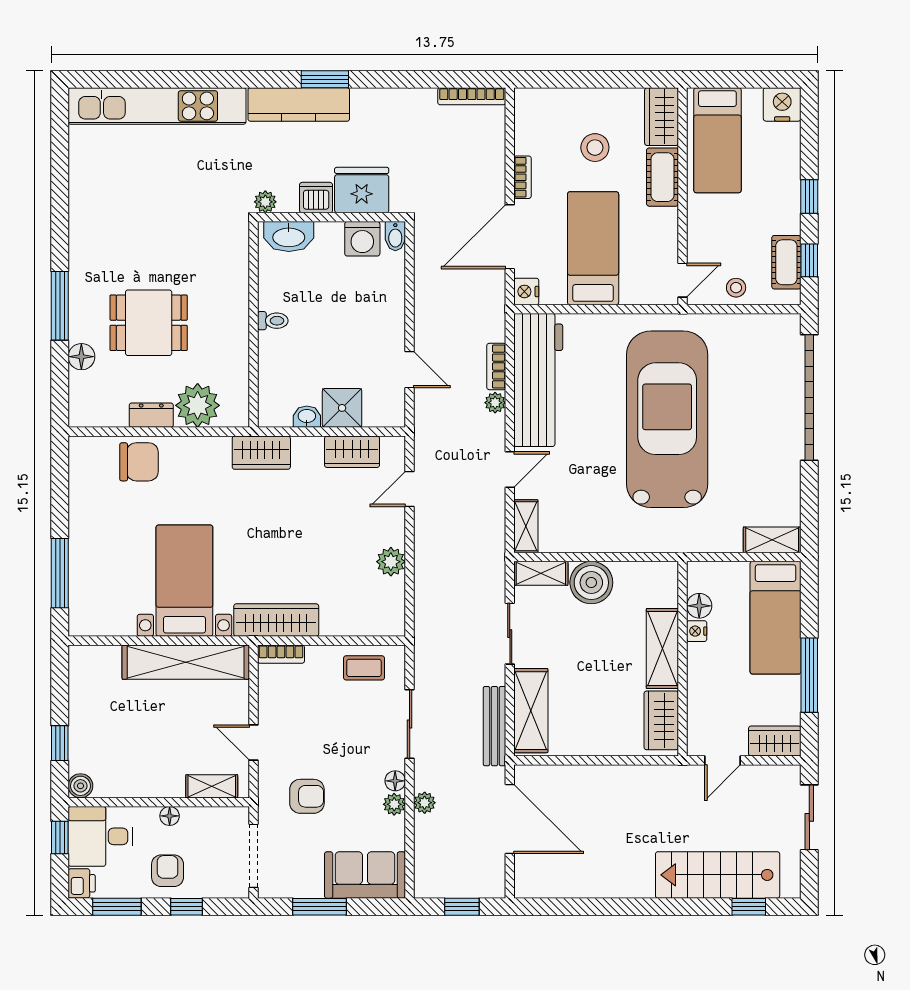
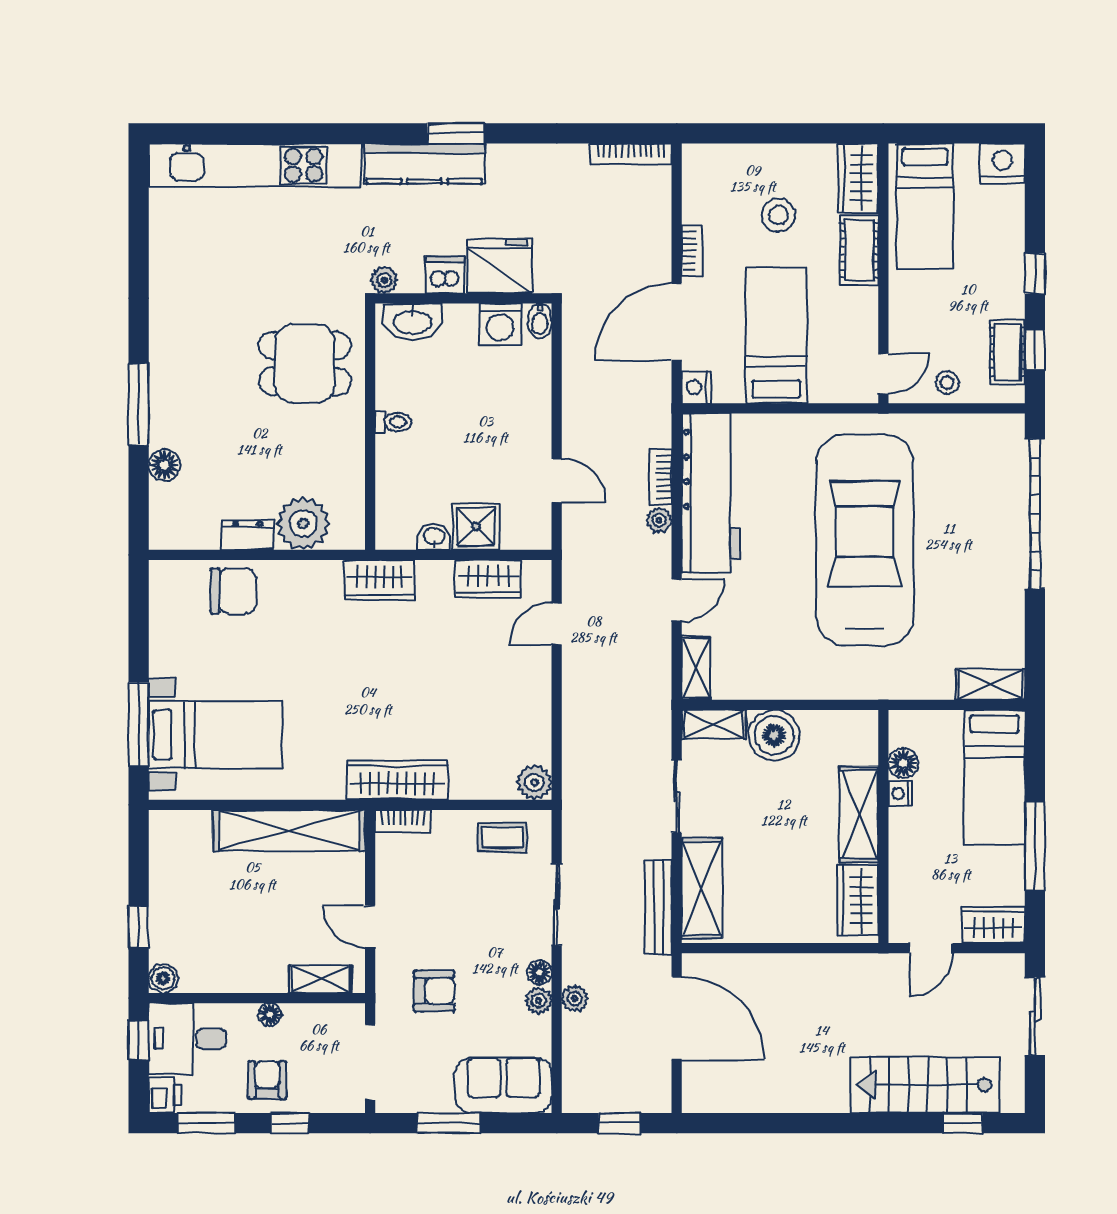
dining table: (149, 323) -> (305, 364), moved
plant: (391, 562) -> (534, 783), moved
bed with nightstands: (184, 581) -> (215, 735), moved, turned 90

